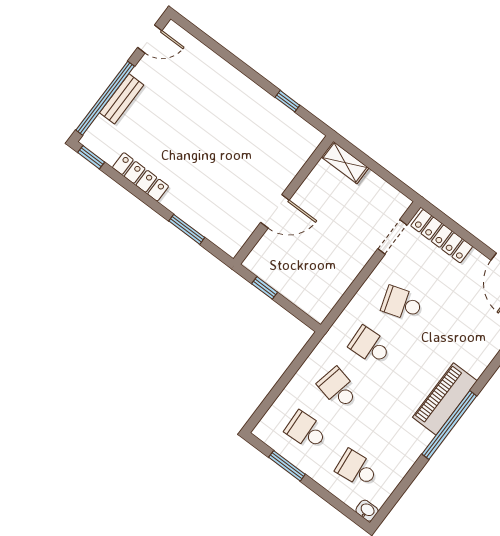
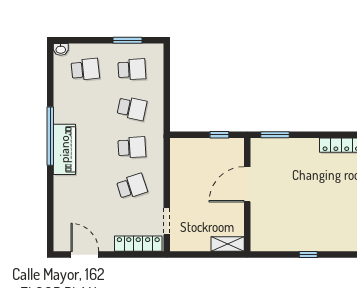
window: (287, 101) -> (308, 255), moved
door: (275, 211) -> (247, 184), width x1.36
window: (187, 229) -> (275, 135), moved

